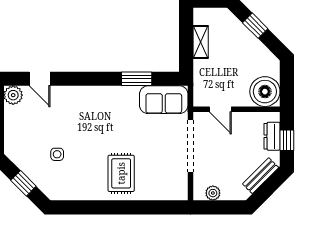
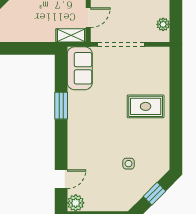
shelving: (201, 42) -> (71, 35), moved
window: (137, 79) -> (61, 106), moved

